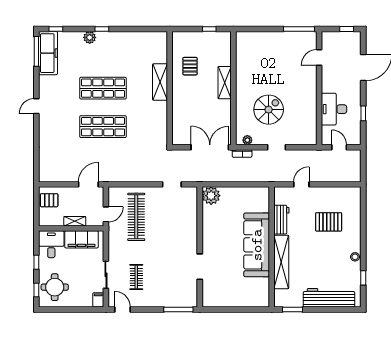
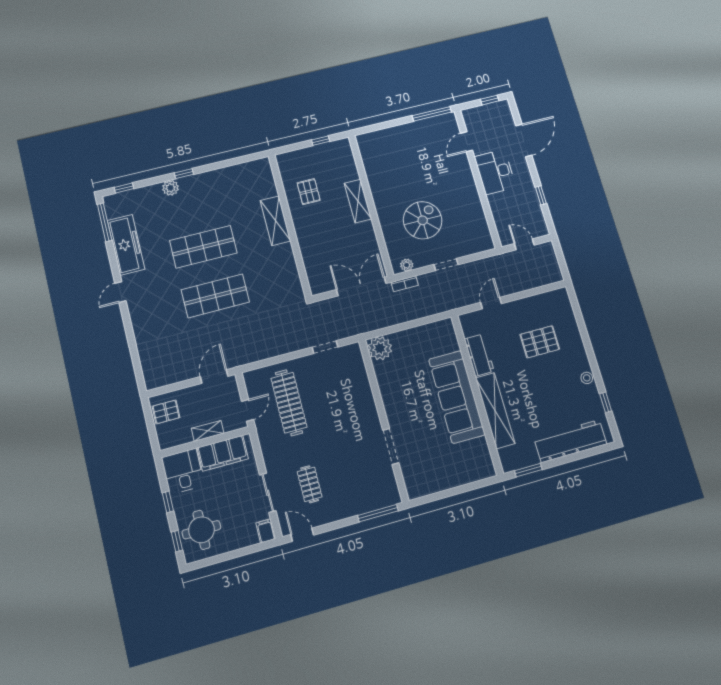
freezer: (48, 53) -> (126, 245), moved
desk: (334, 109) -> (495, 172), moved

